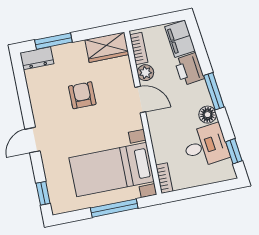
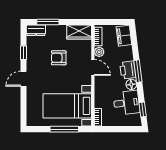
printer: (189, 69) -> (128, 70), moved
armchair: (82, 95) -> (59, 58), turned -90
window: (43, 193) -> (23, 53), moved

